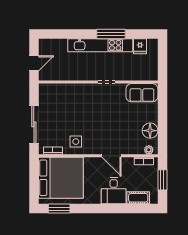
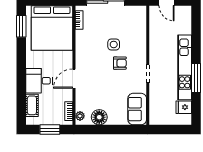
armchair: (96, 110) -> (120, 63), added
side table: (76, 142) -> (114, 44), moved

